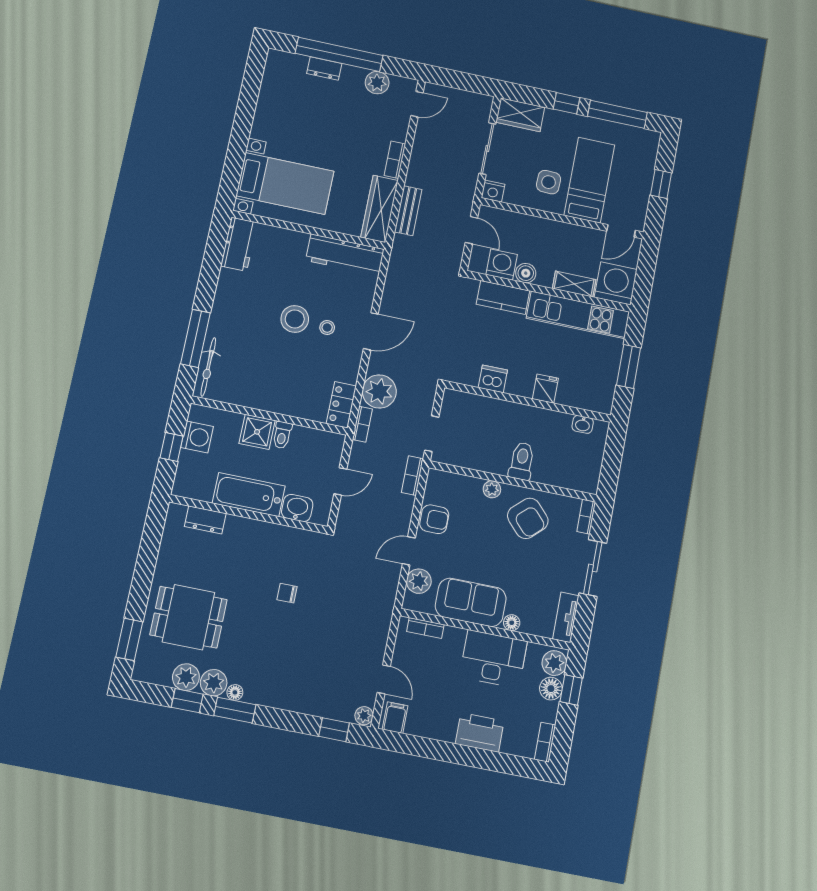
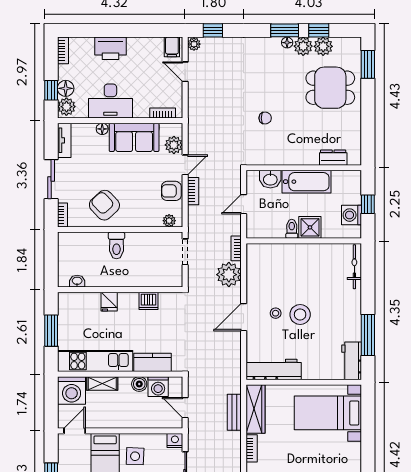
window: (195, 338) -> (368, 335), moved
locker: (341, 405) -> (254, 259), removed
bookcase: (412, 476) -> (193, 191), moved
plant: (492, 489) -> (169, 221), moved

